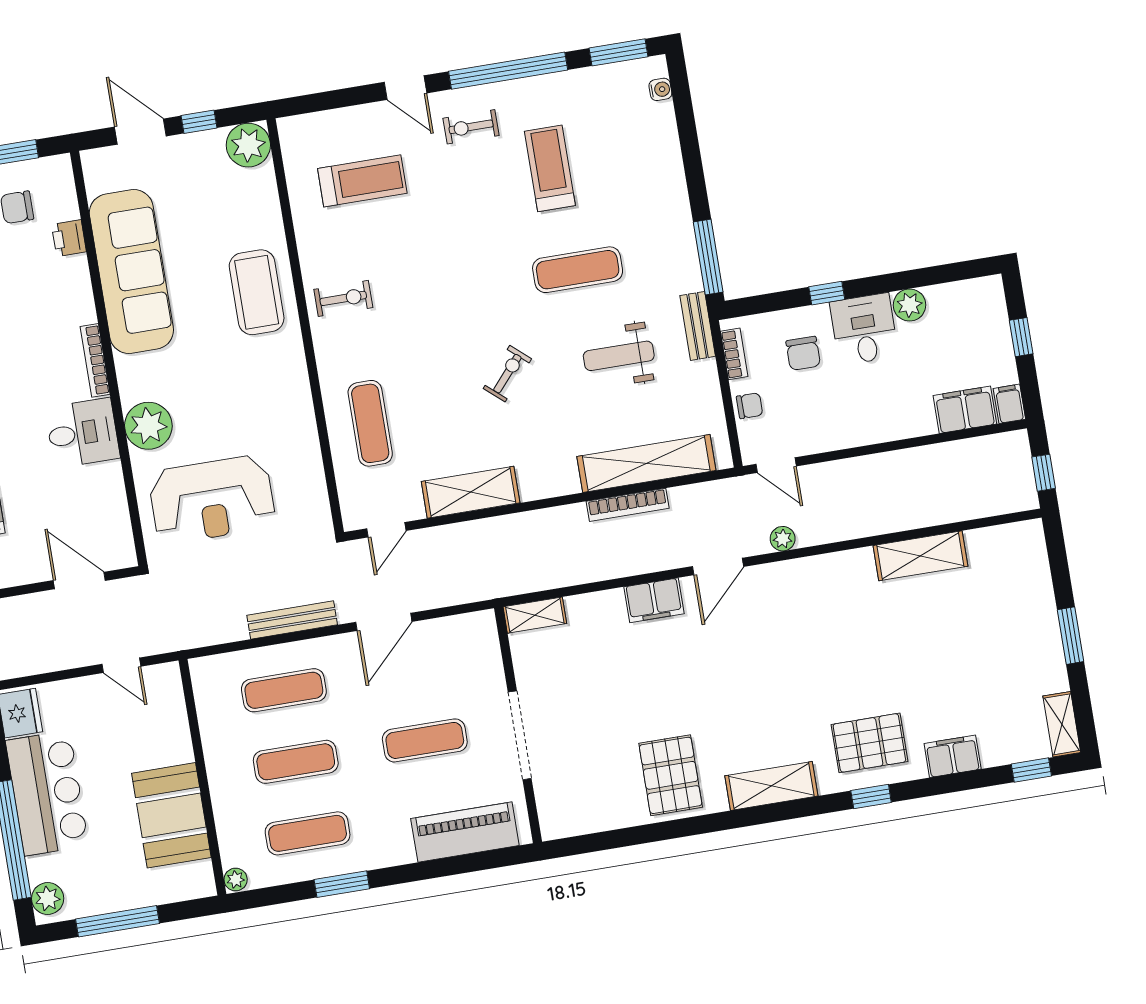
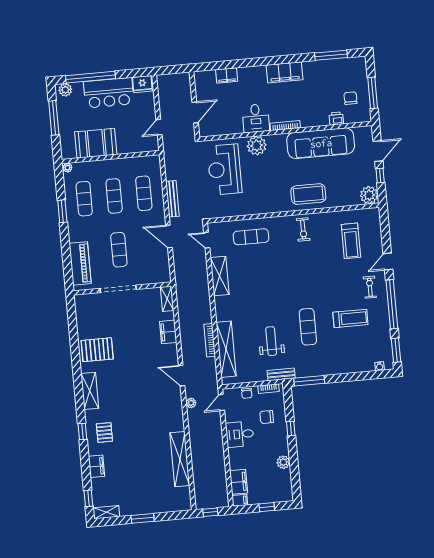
desk: (864, 329) -> (240, 434), moved, turned 180
exercise bike: (507, 374) -> (267, 295), removed
shelving: (920, 556) -> (180, 459), width x1.47
filing cabinet: (654, 600) -> (168, 332), moved
pallet: (869, 743) -> (104, 432), width x0.67, depth x0.71

